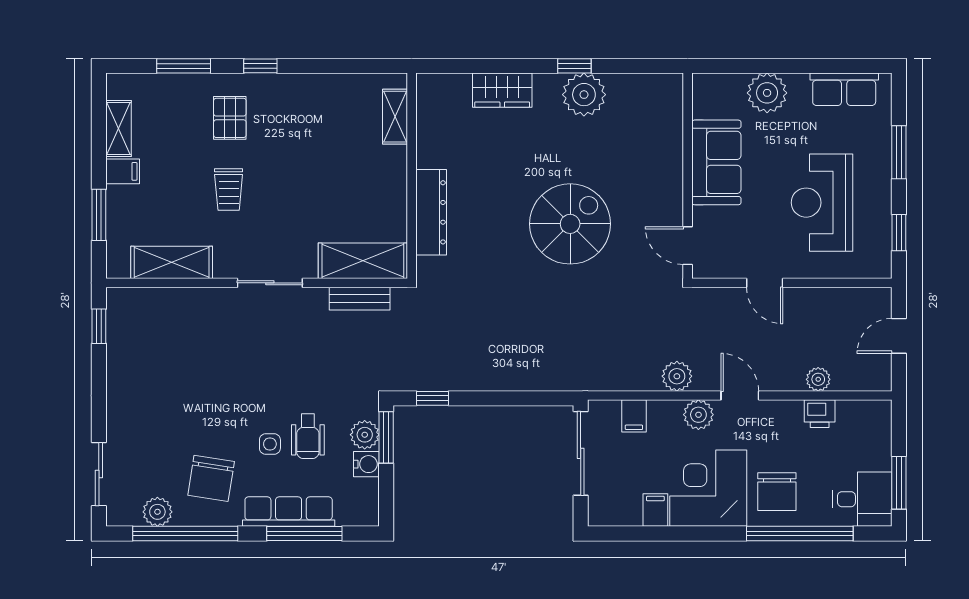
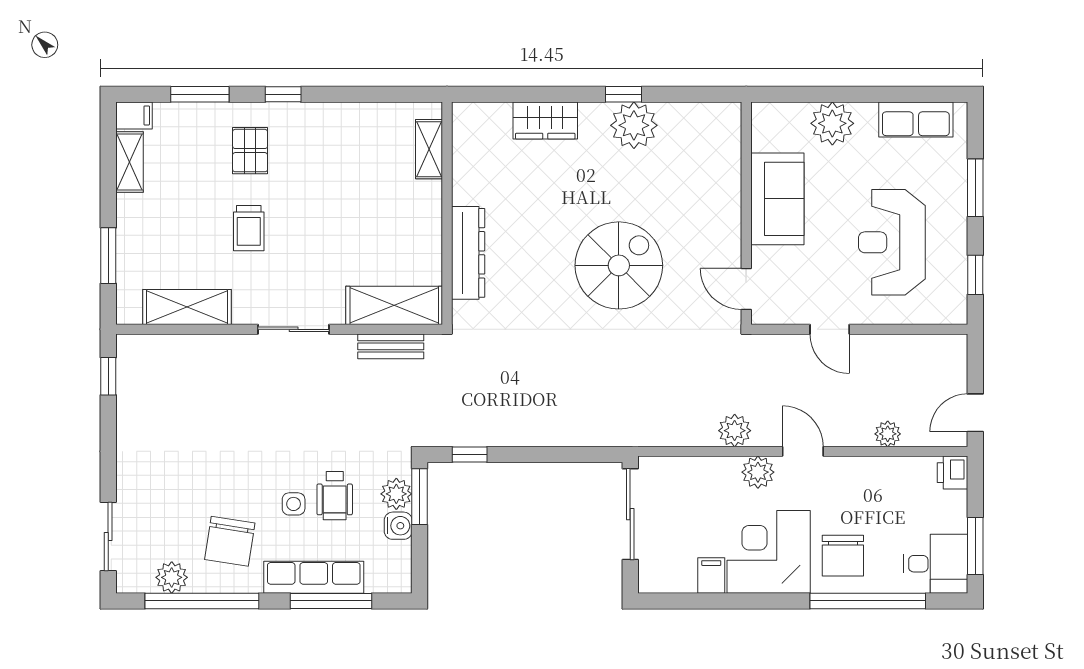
filing cabinet: (123, 171) -> (134, 115), moved
door: (899, 336) -> (975, 413), moved
printer: (820, 414) -> (952, 473), moved, turned 90
filing cabinet: (634, 416) -> (688, 474), removed

